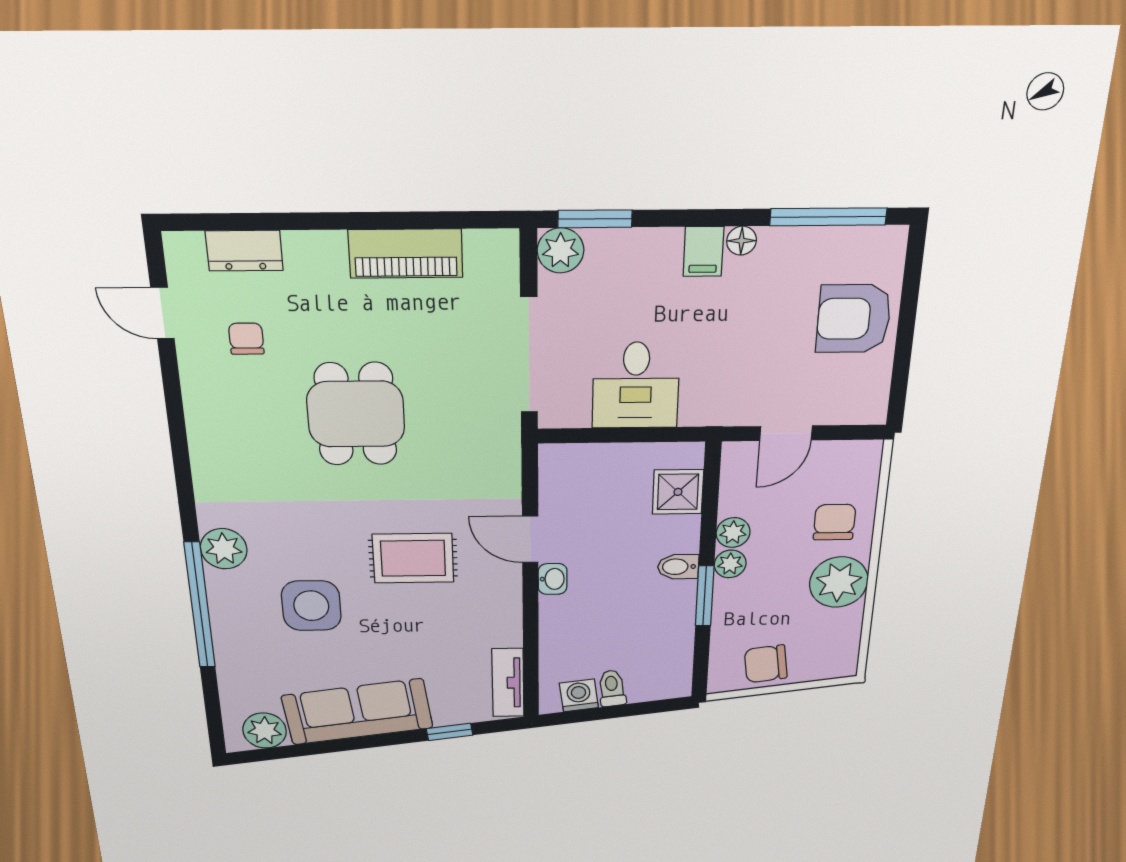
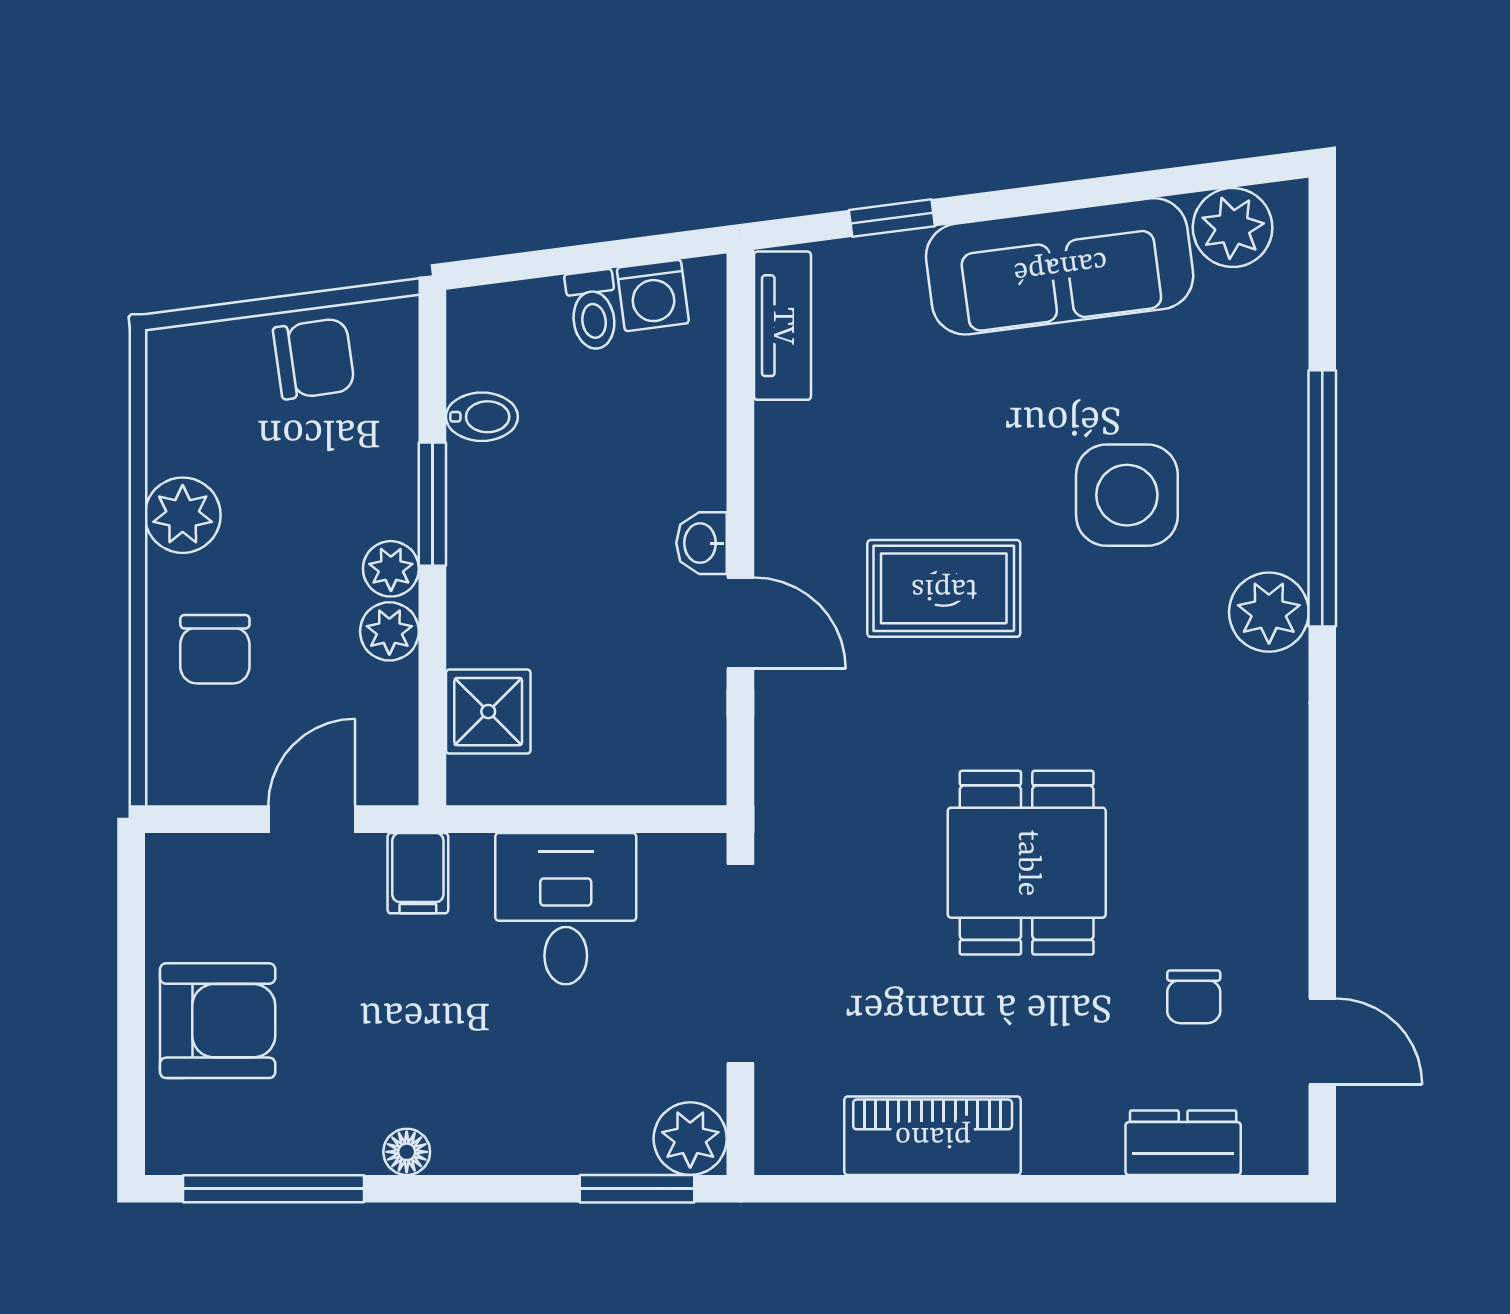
filing cabinet: (703, 252) -> (418, 873), moved, turned 180
bidet: (678, 567) -> (482, 417), moved
plant: (839, 582) -> (183, 515), width x0.73, depth x0.73

